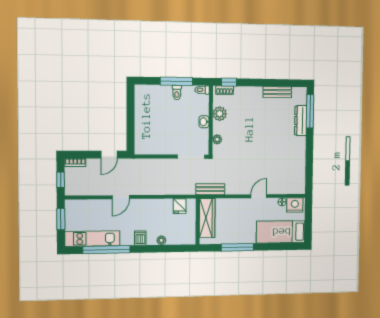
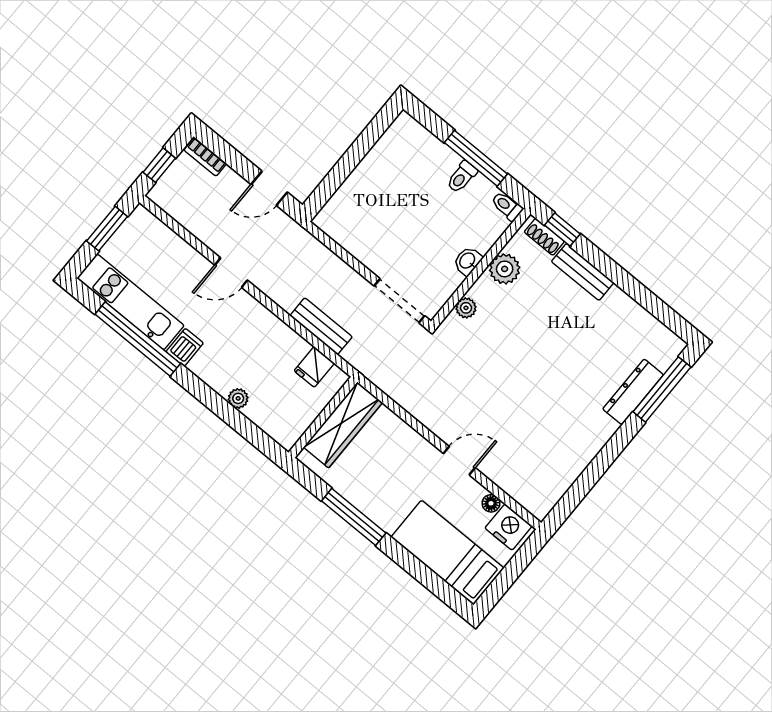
bench: (277, 92) -> (583, 272), moved
bench: (210, 189) -> (321, 326), moved
dishwasher: (140, 238) -> (185, 347), moved

